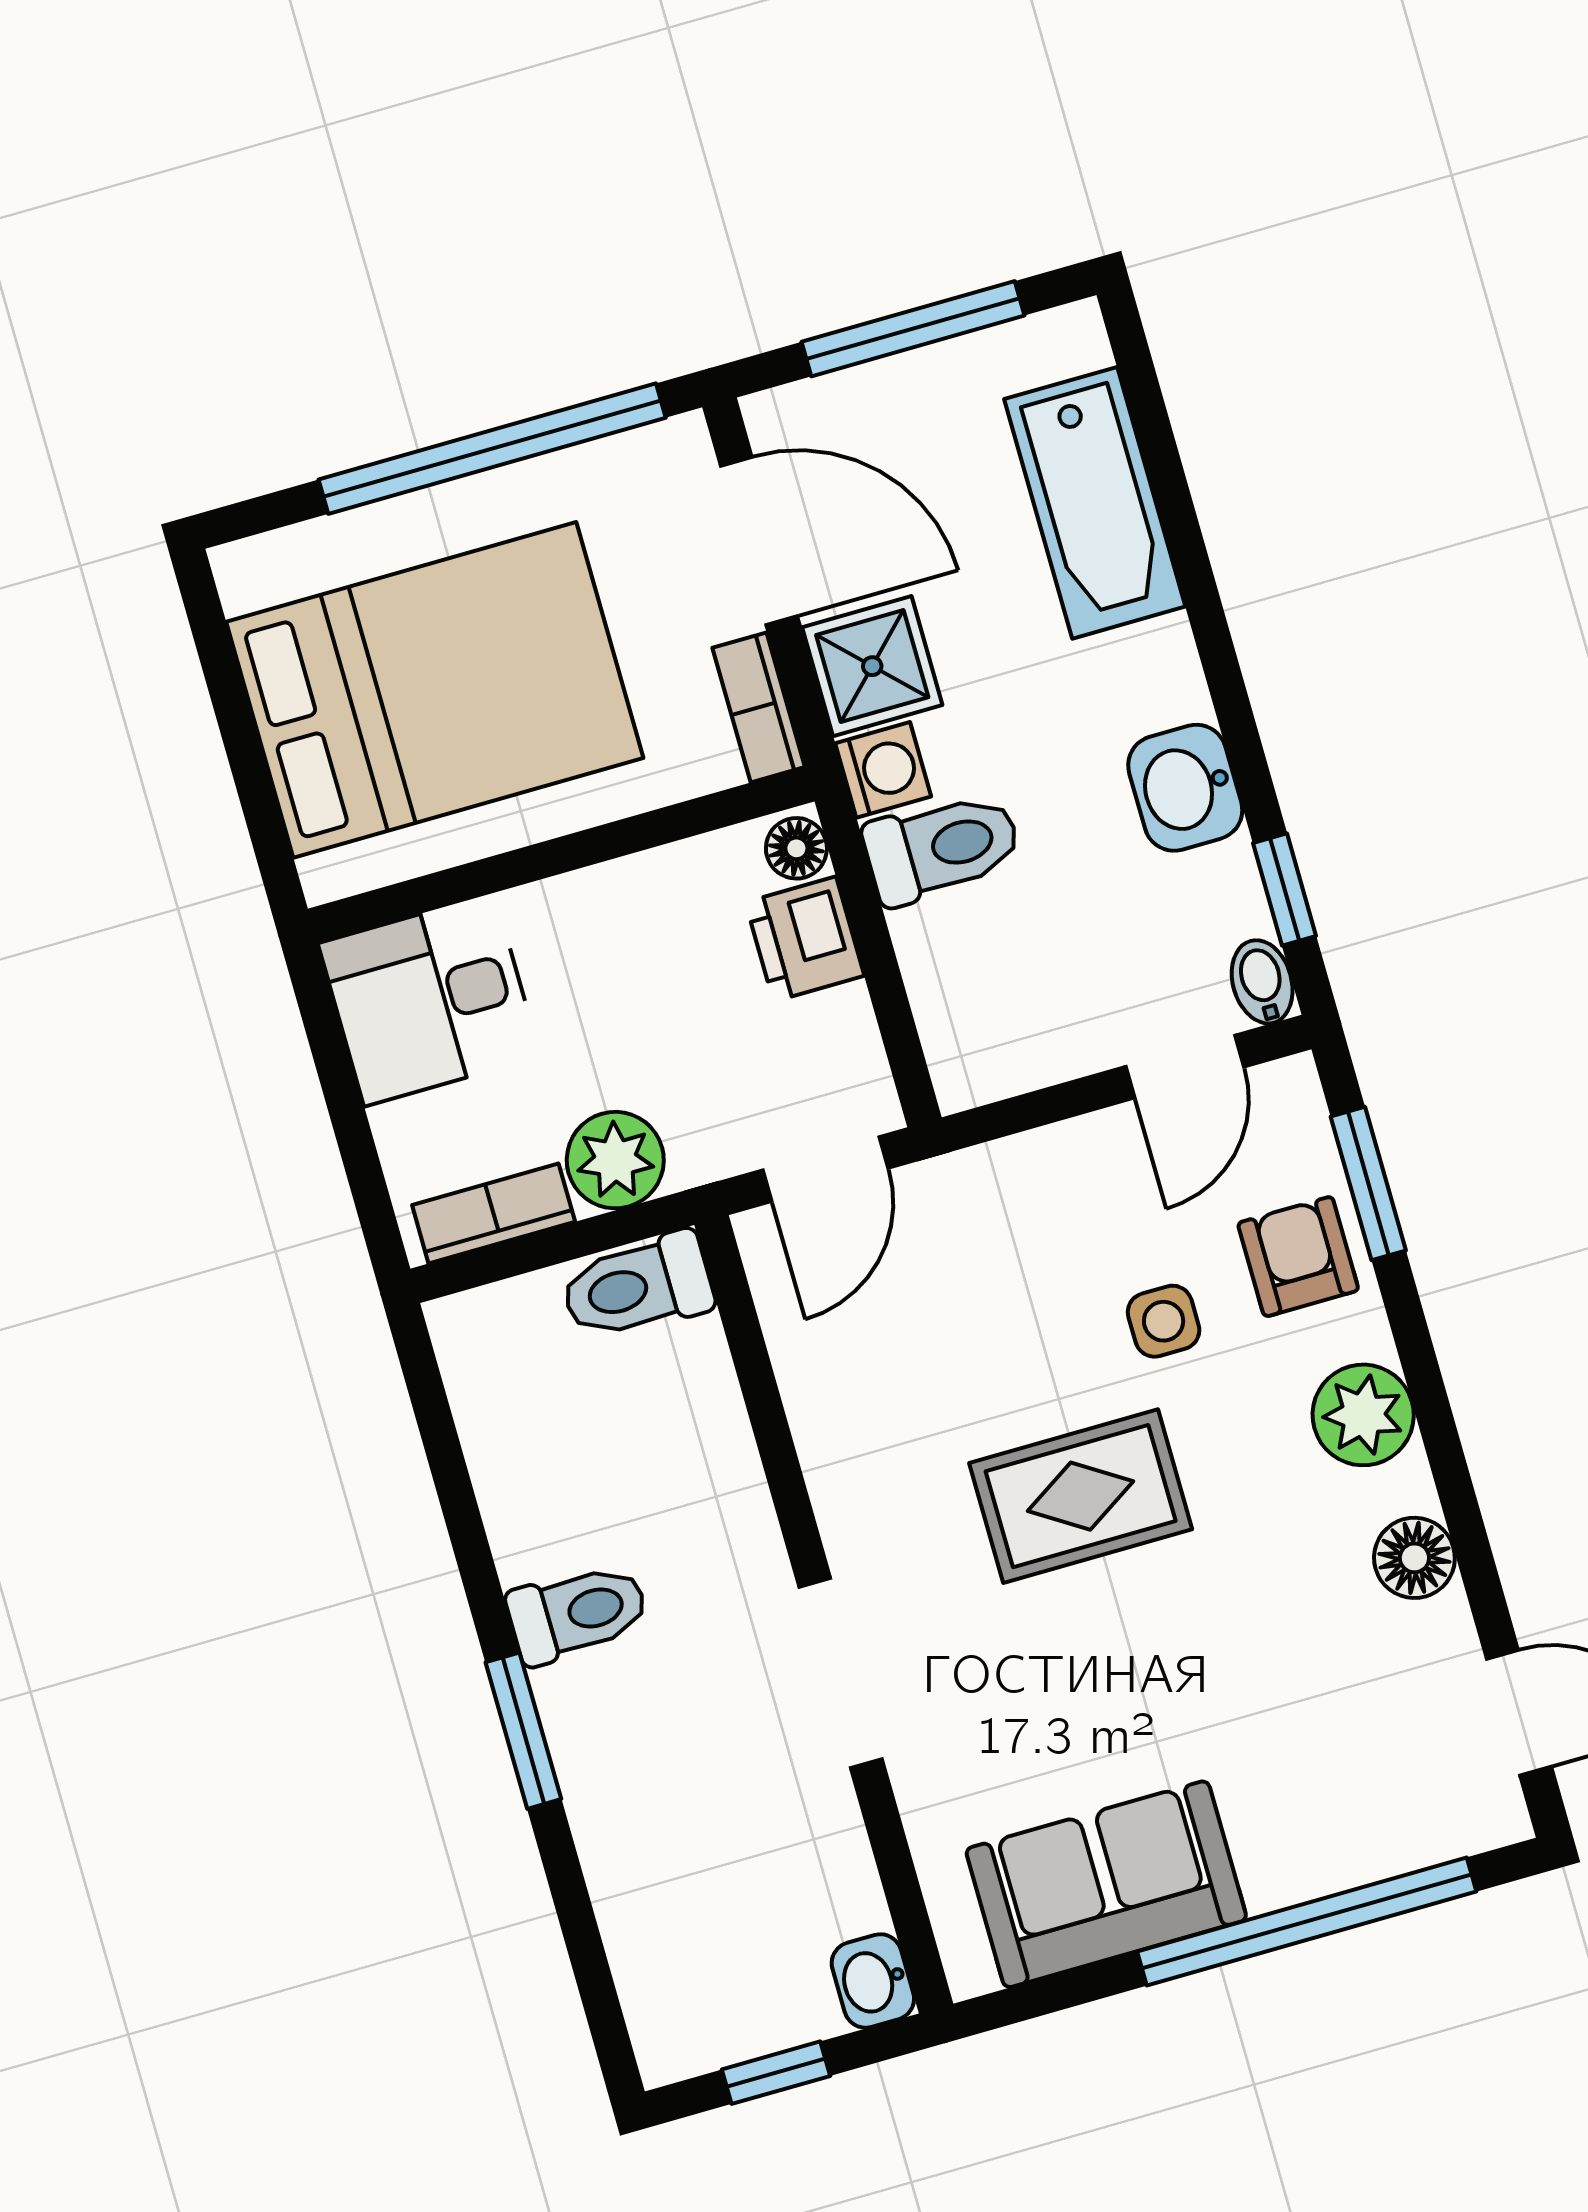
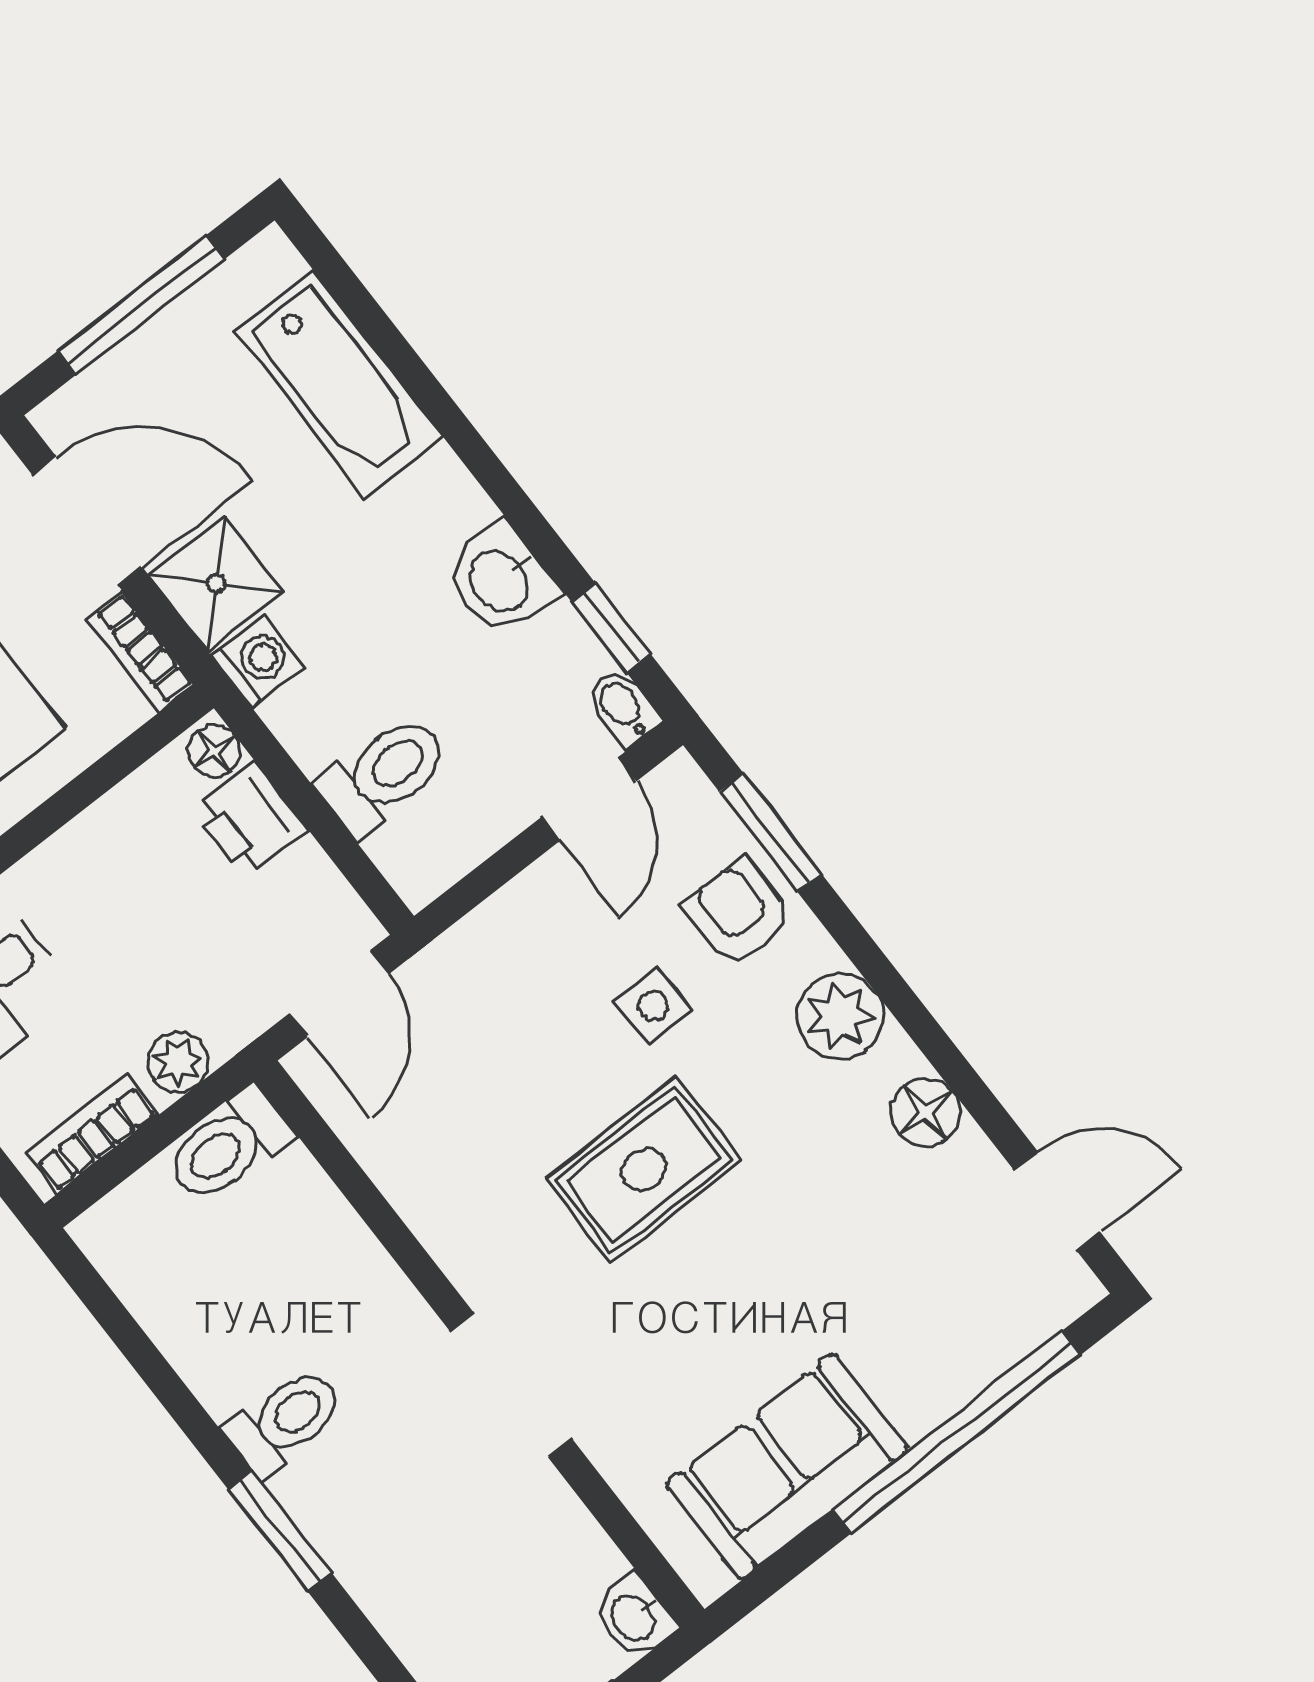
toilet: (942, 848) -> (384, 775), moved
plant: (615, 1160) -> (178, 1062), width x0.73, depth x0.73

